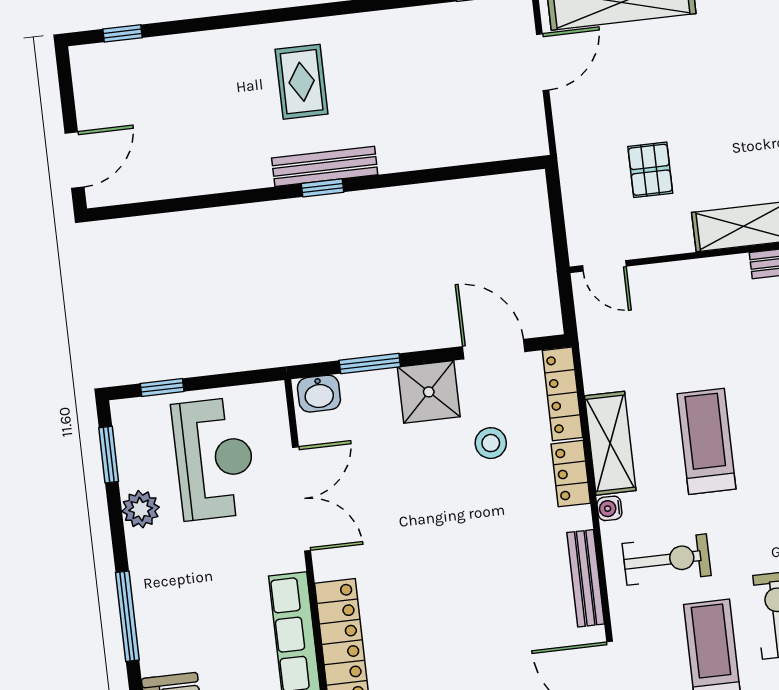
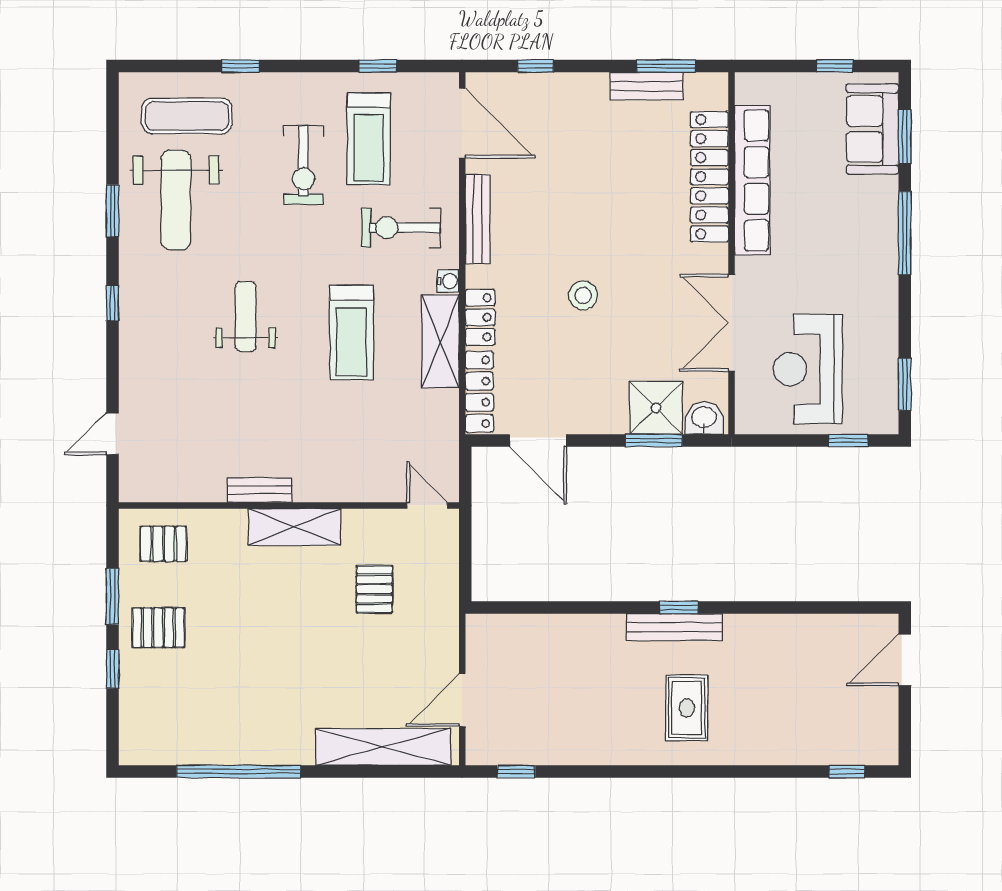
shower: (429, 392) -> (656, 408), moved
stool: (491, 443) -> (583, 295), moved
plant: (141, 509) -> (881, 330), removed

